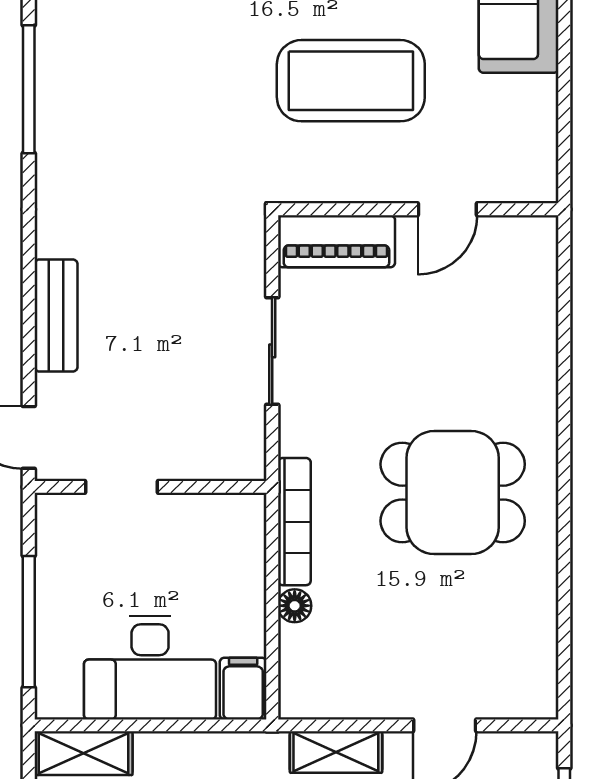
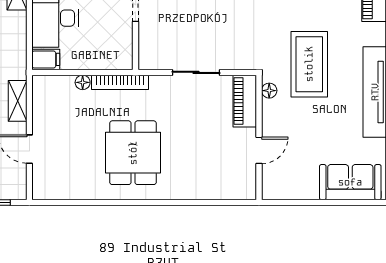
coffee table: (351, 81) -> (309, 64), moved
floor lamp: (313, 186) -> (269, 91), added
door: (447, 209) -> (259, 150), swing flipped

